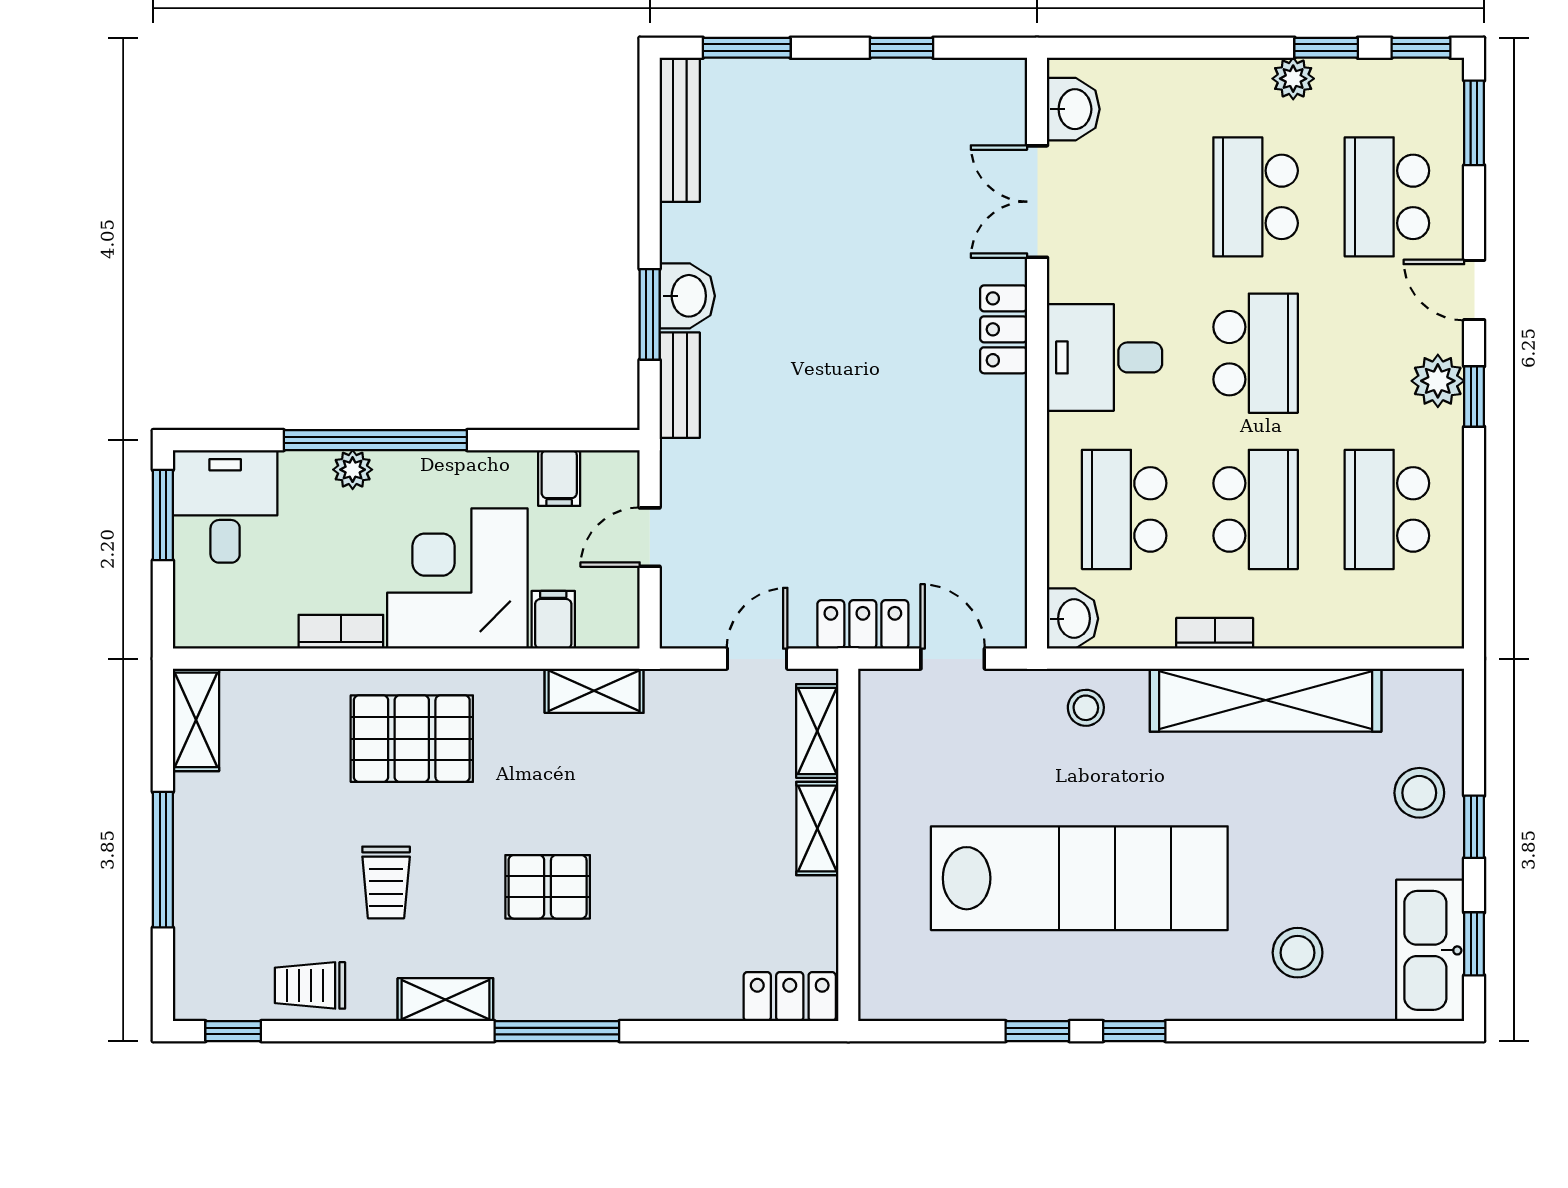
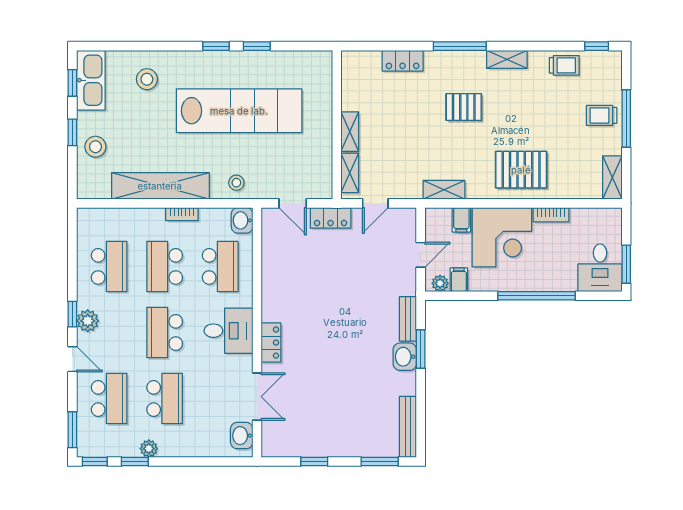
plant: (353, 470) -> (440, 283), moved
lab bench: (1079, 878) -> (239, 111), turned 180
trolley: (386, 882) -> (602, 115), moved, turned -90
locker: (790, 997) -> (403, 61), moved

